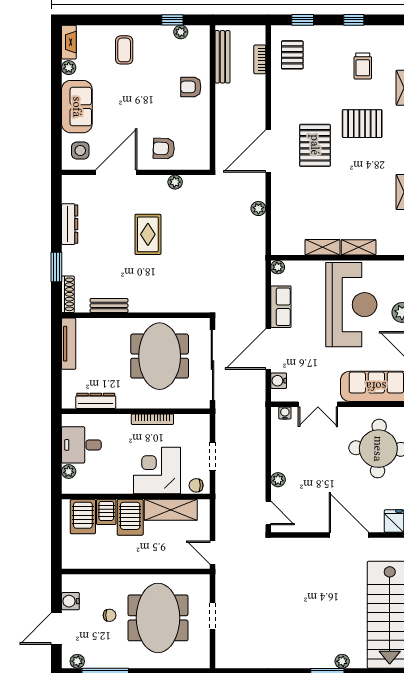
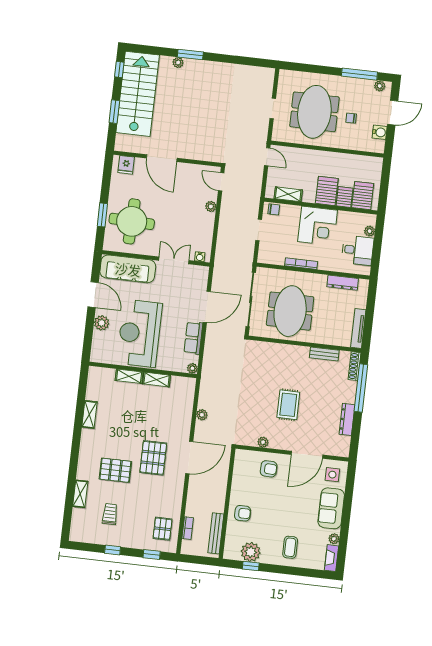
plant: (181, 32) -> (251, 552), width x1.88, depth x1.88
window: (56, 267) -> (361, 388), width x2.11
water cooler: (279, 381) -> (202, 282), removed
corner desk: (157, 471) -> (318, 226), moved
shelving: (171, 510) -> (288, 194), width x0.67, depth x0.75

